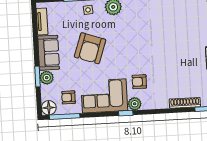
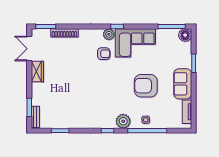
armchair: (90, 48) -> (146, 86), turned -109
plant: (47, 78) -> (186, 62), removed
armchair: (68, 97) -> (167, 43), removed

